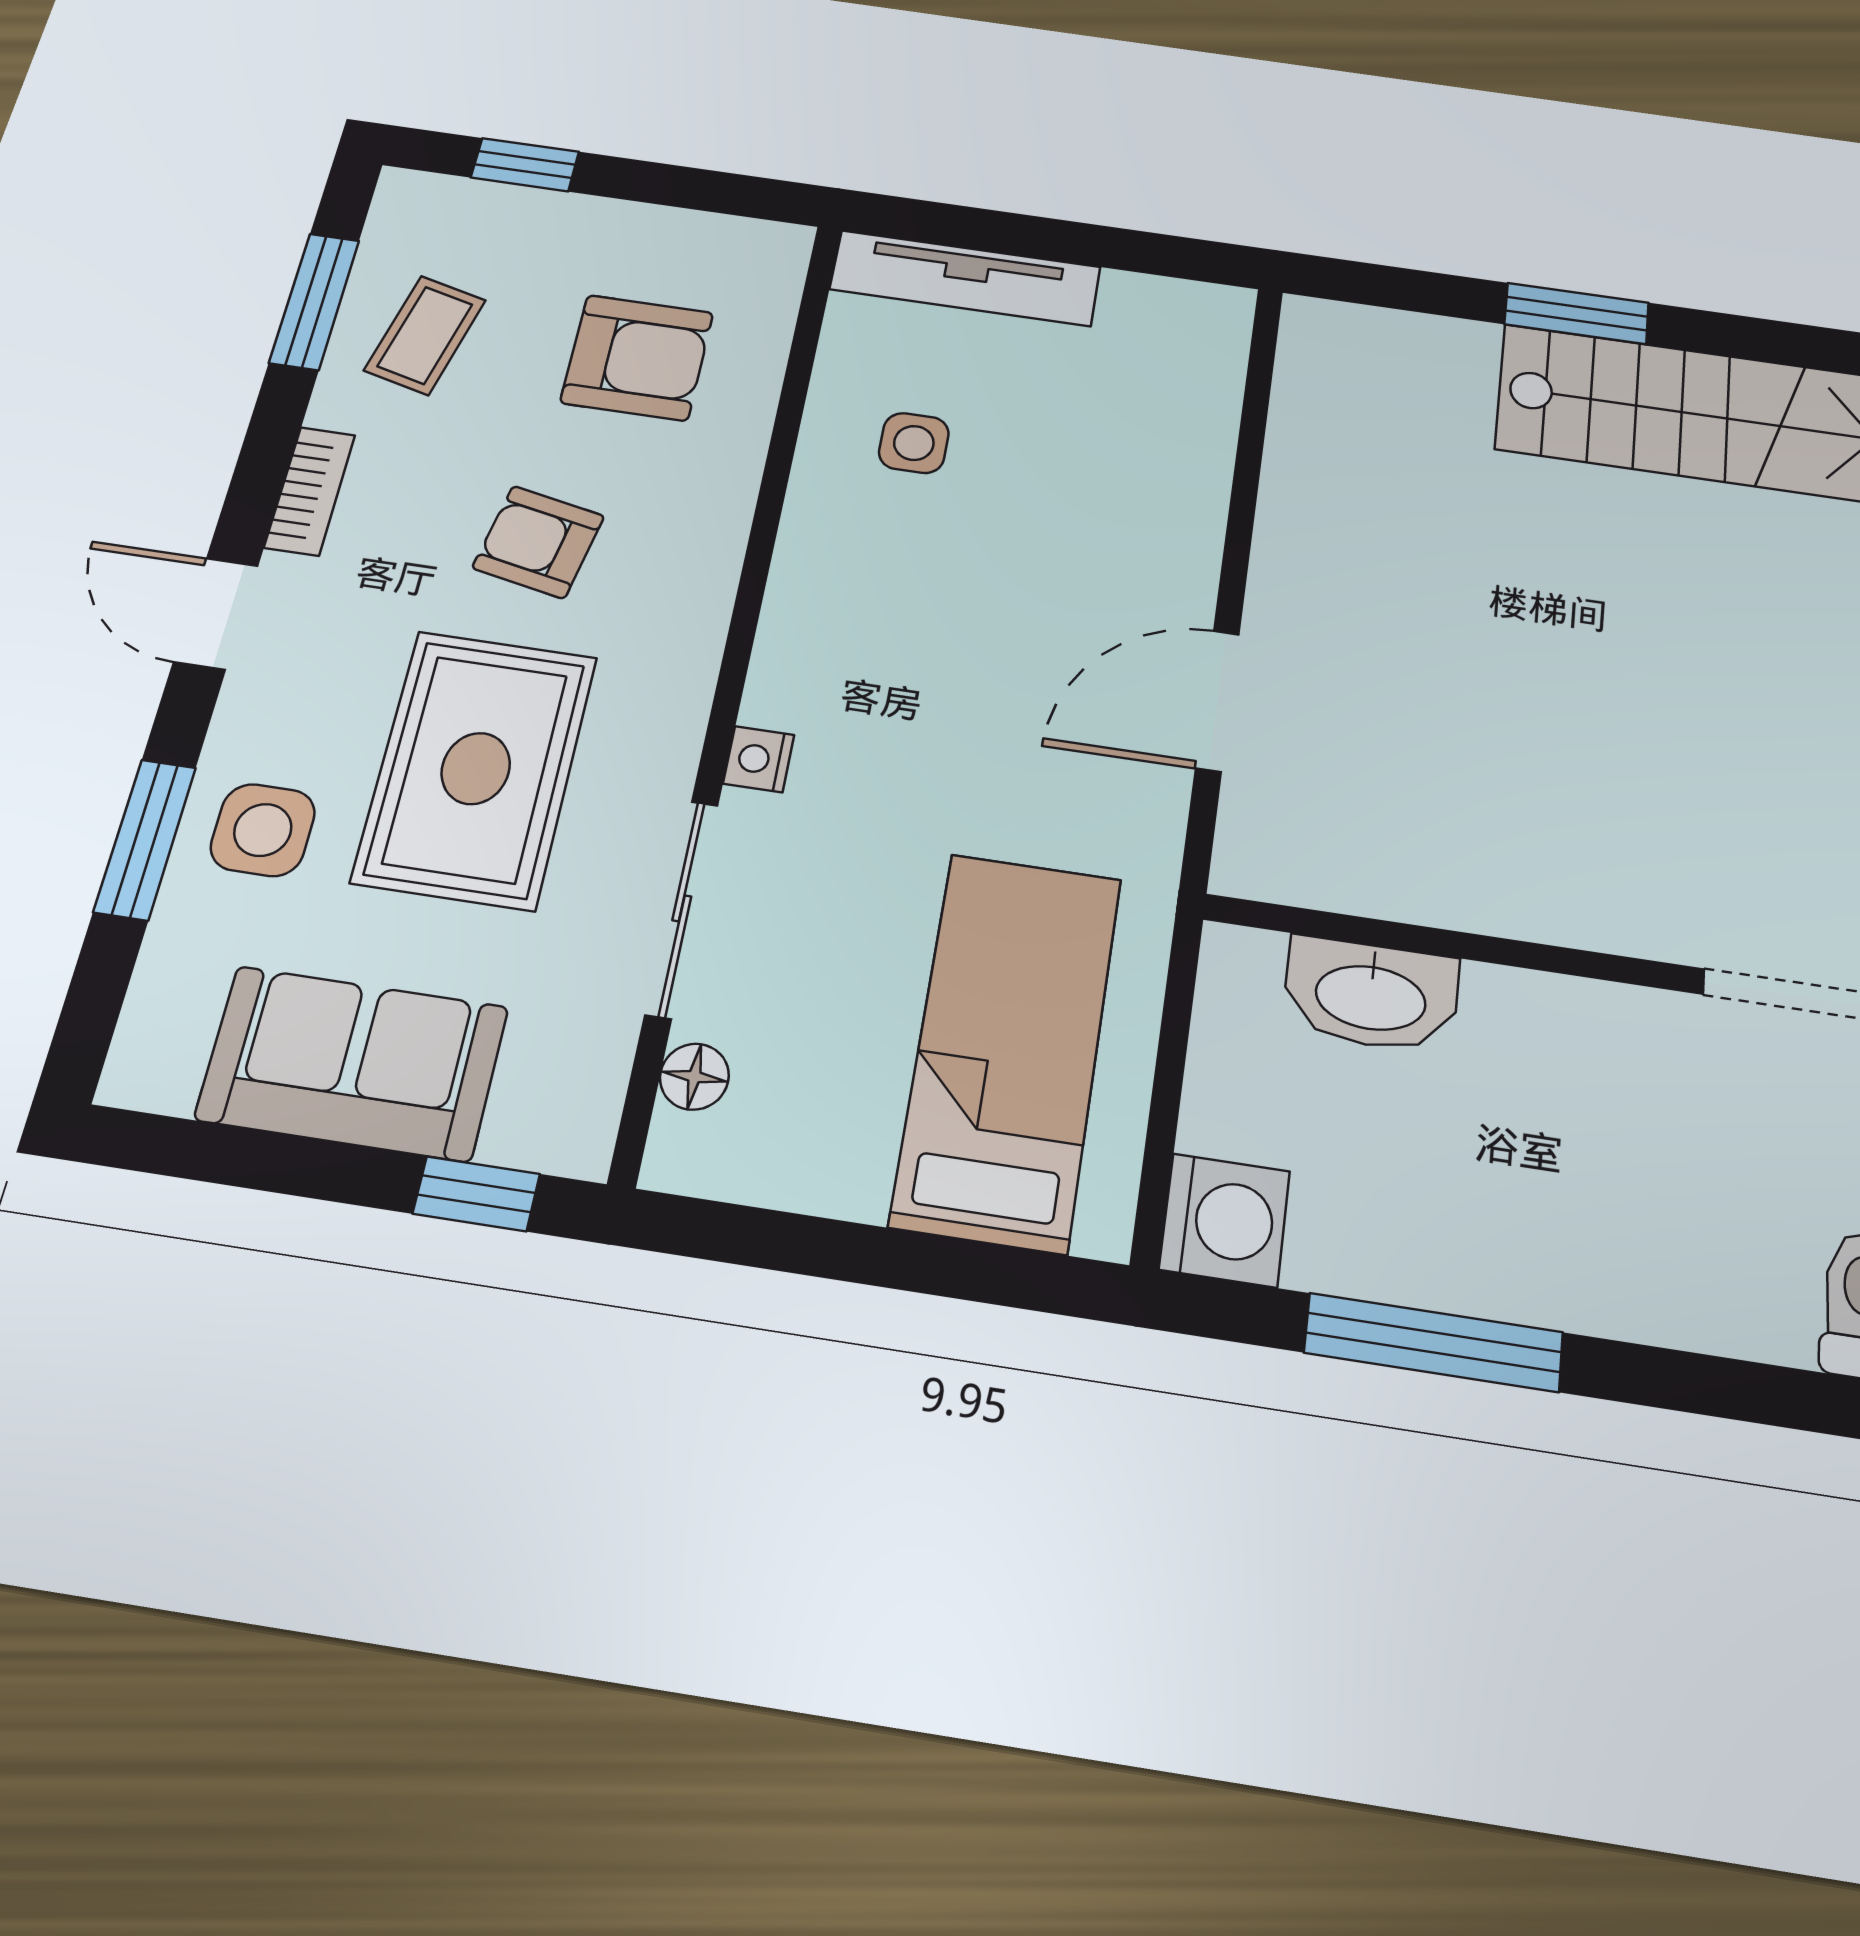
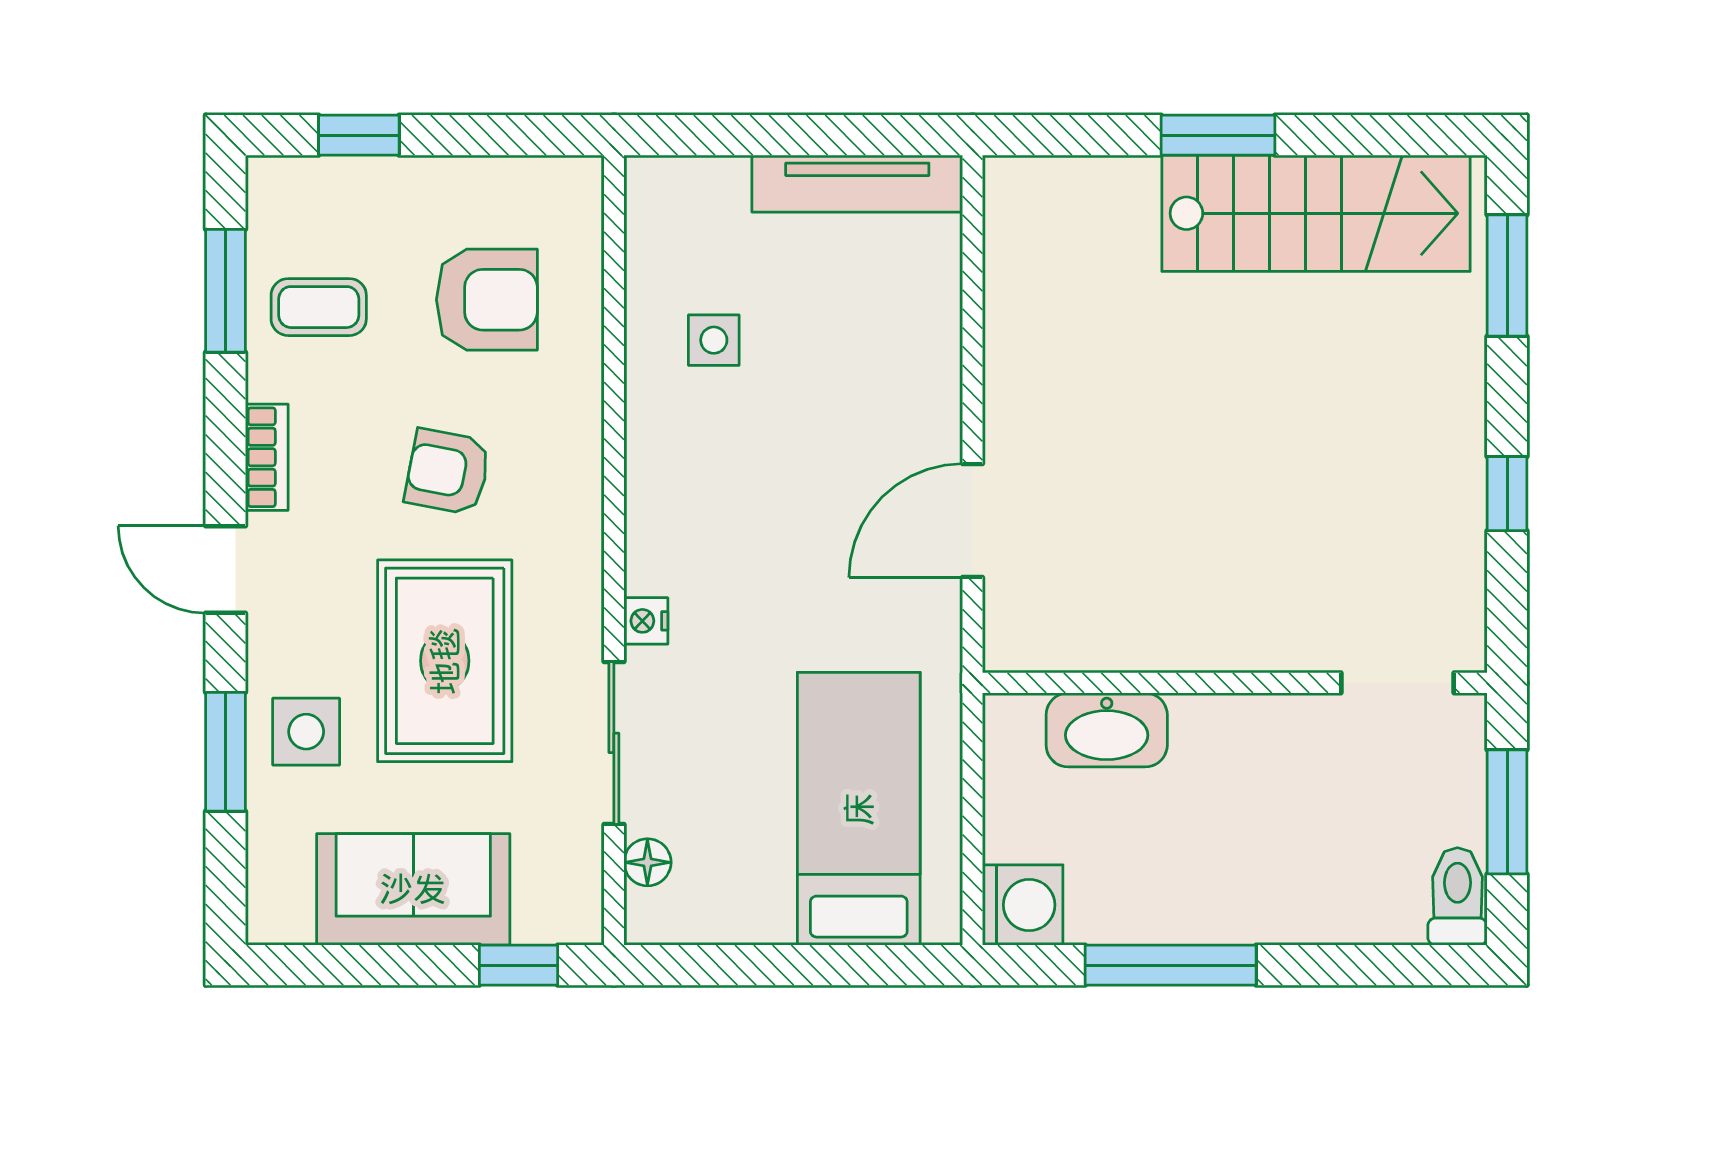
tv unit: (965, 278) -> (857, 184), moved
coffee table: (425, 335) -> (319, 307), turned 76

